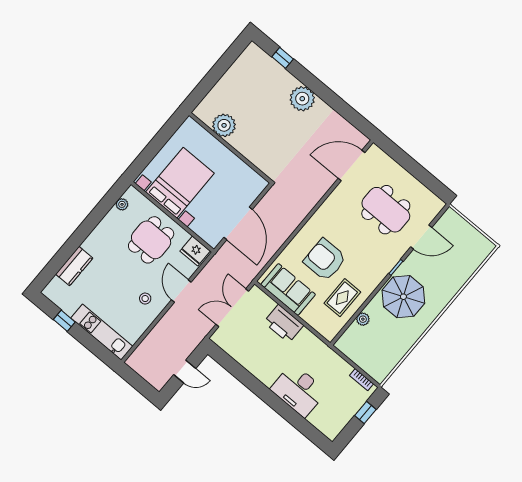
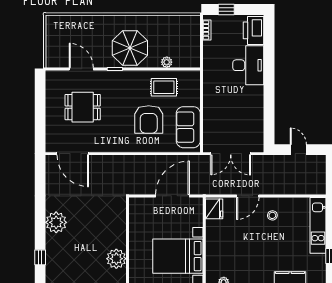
dining table: (386, 210) -> (83, 107), width x0.73
dining table: (151, 240) -> (231, 244), removed
printer: (284, 324) -> (254, 30), moved, turned 180

